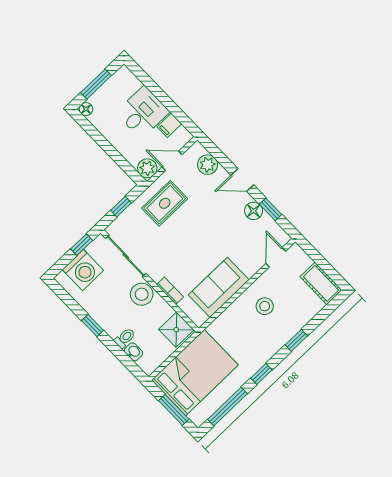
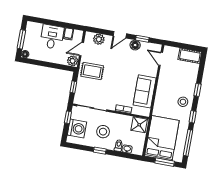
rug: (165, 203) -> (92, 71), turned 90
stool: (142, 294) -> (103, 132), moved
stool: (265, 306) -> (183, 102), moved

